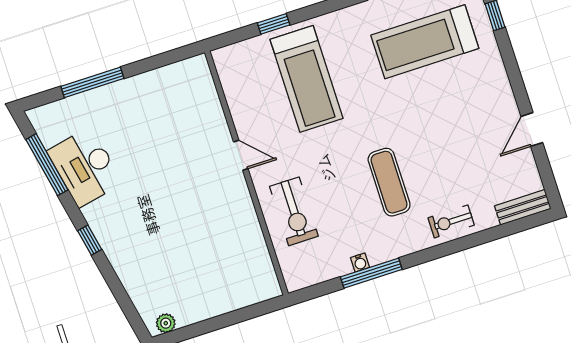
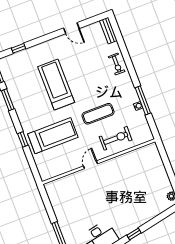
window: (274, 24) -> (23, 139), moved
treadmill: (425, 42) -> (56, 85), moved, turned 180
exercise mat: (389, 182) -> (98, 114), moved

